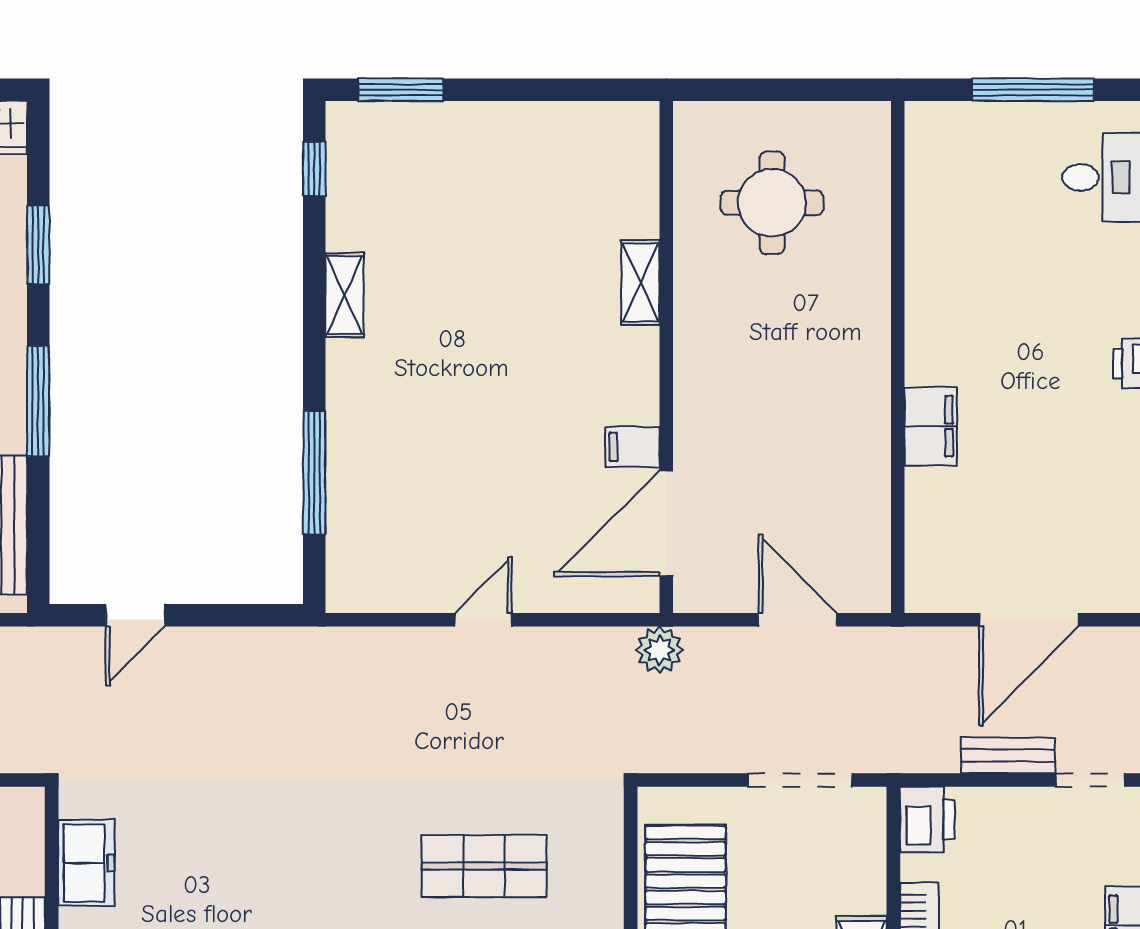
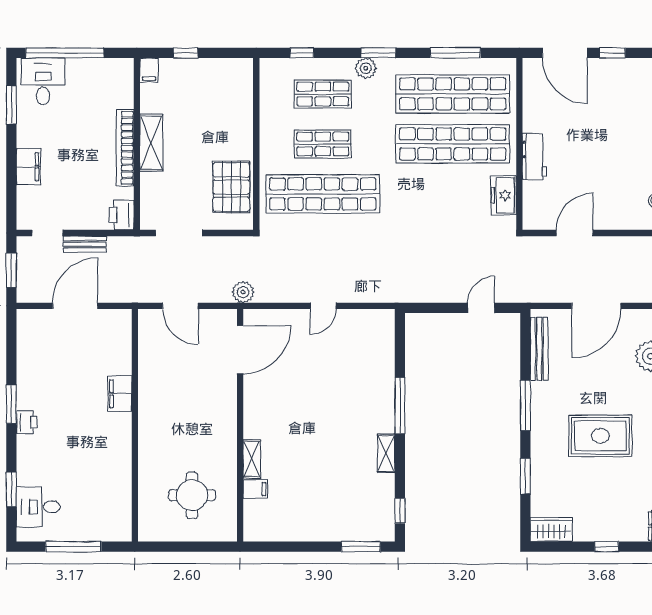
filing cabinet: (632, 447) -> (255, 489), moved
window: (314, 473) -> (400, 406), moved
shop shelf: (484, 866) -> (323, 194), width x2.00, depth x1.36

